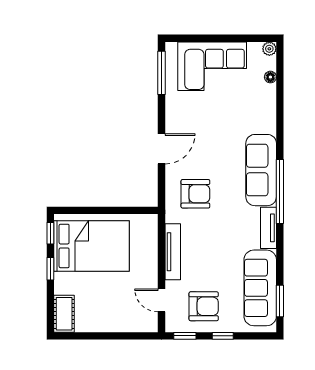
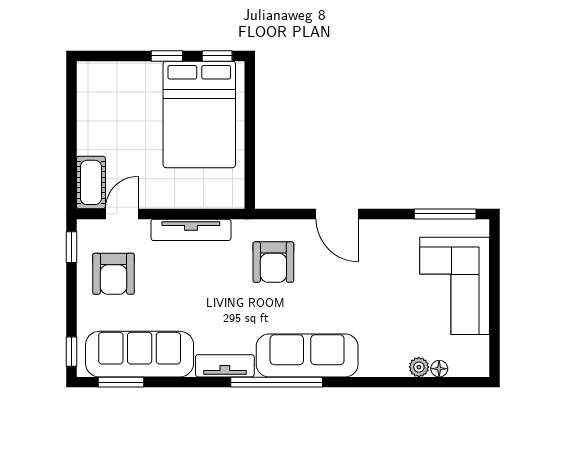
plant: (269, 49) -> (419, 367), moved
cot: (64, 314) -> (91, 182), moved, turned 90
window: (223, 336) -> (71, 352), moved

